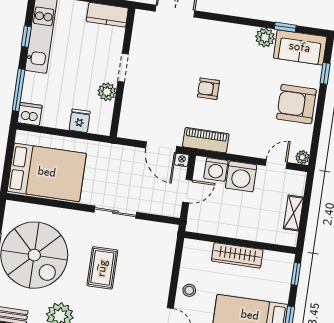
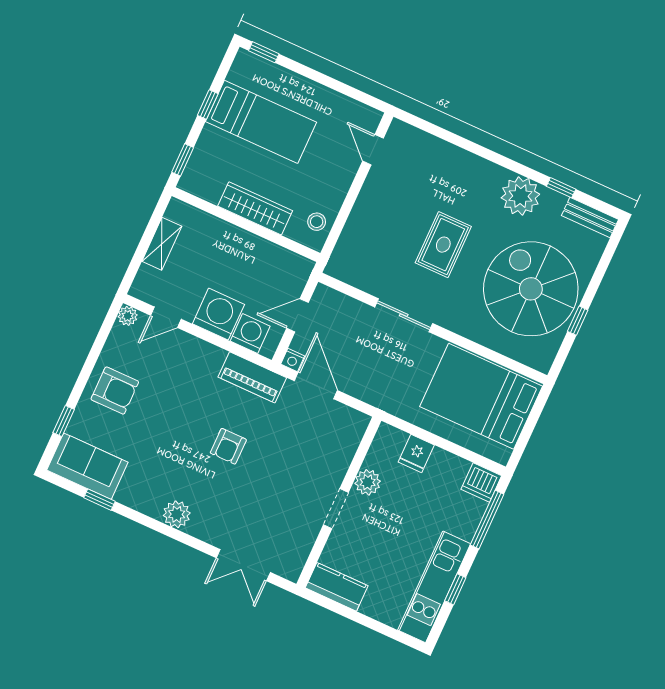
plant: (265, 37) -> (177, 514), moved
armchair: (208, 89) -> (228, 446), turned 90
armchair: (296, 104) -> (115, 391), width x0.73, depth x0.73
stool: (189, 290) -> (317, 222), moved

